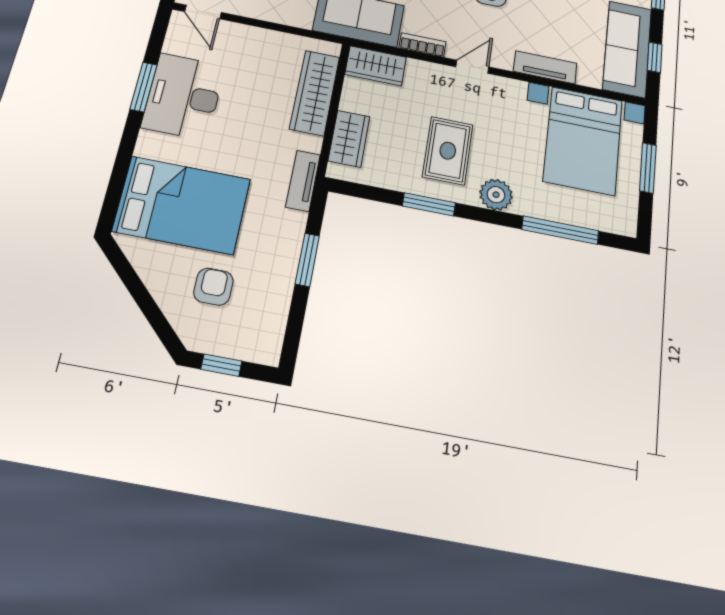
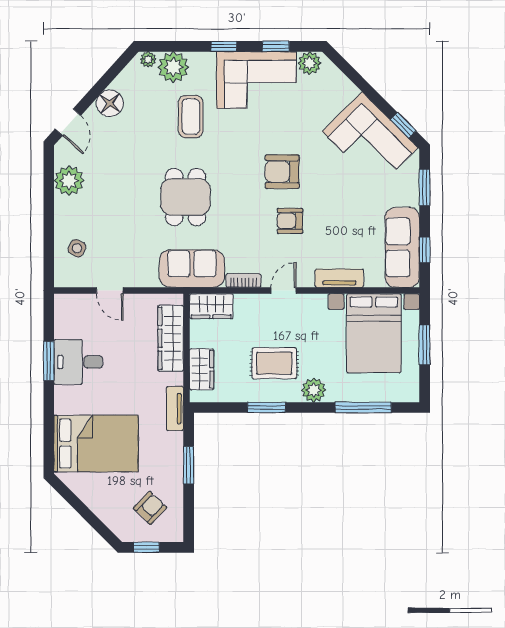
door: (203, 12) -> (110, 291), moved
desk: (184, 96) -> (78, 362), width x0.73
rug: (448, 151) -> (274, 363), turned 90
armchair: (213, 287) -> (150, 508), moved, turned 44

